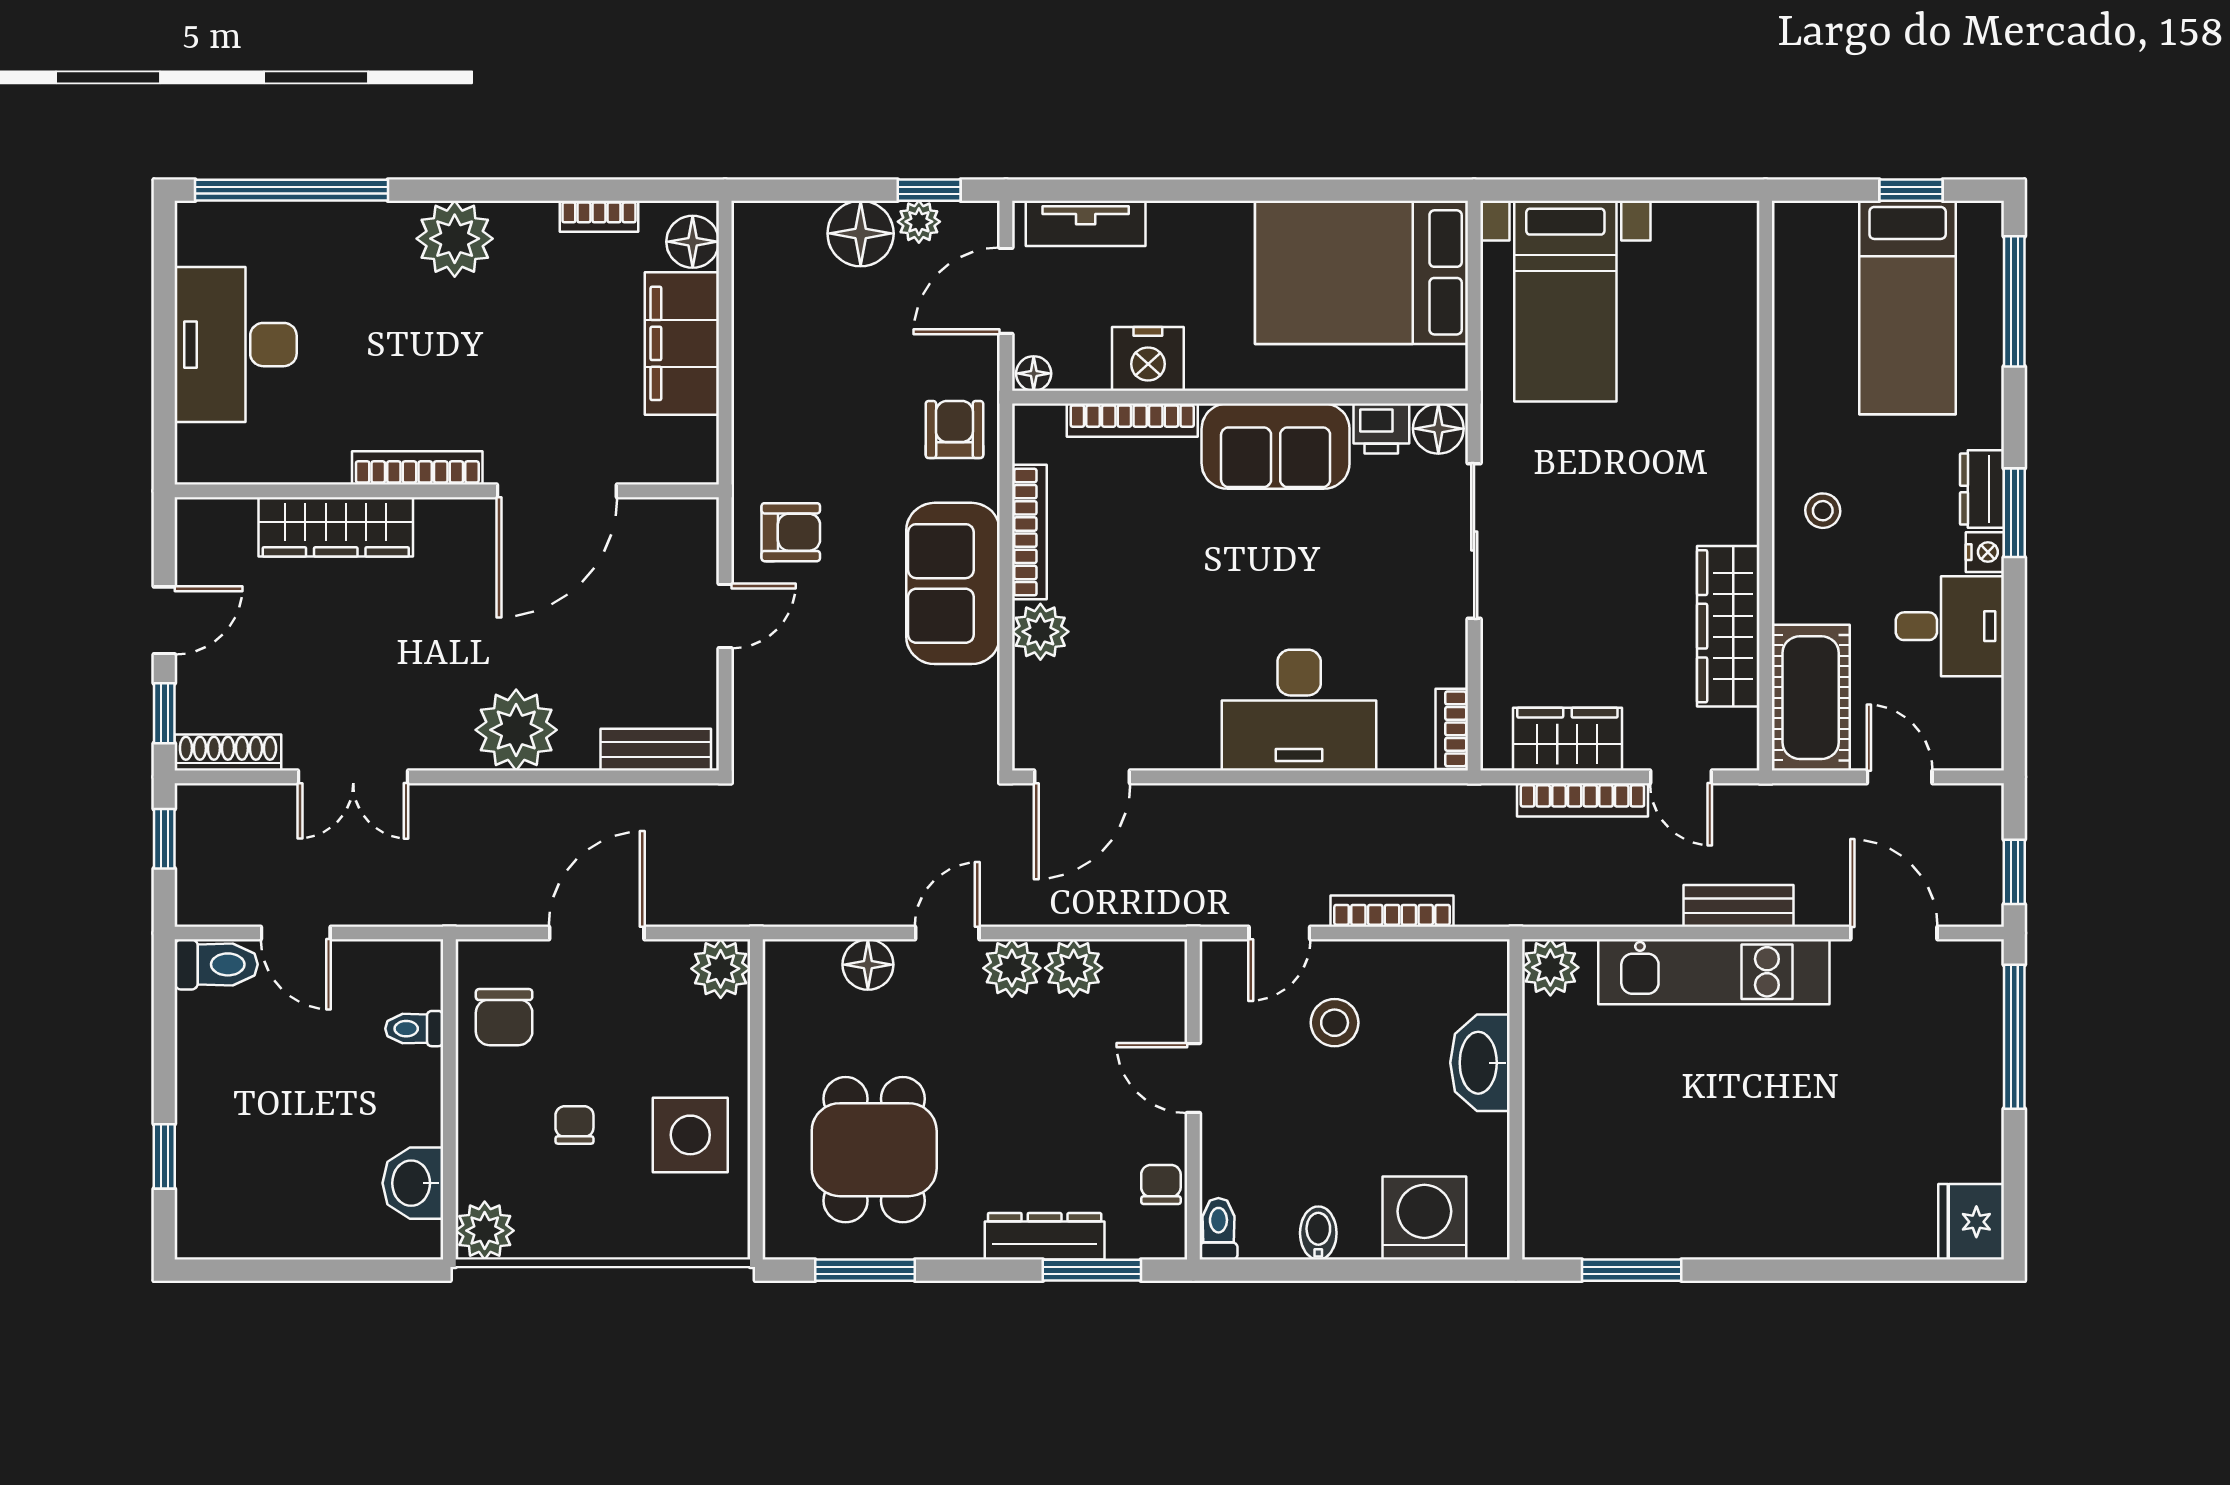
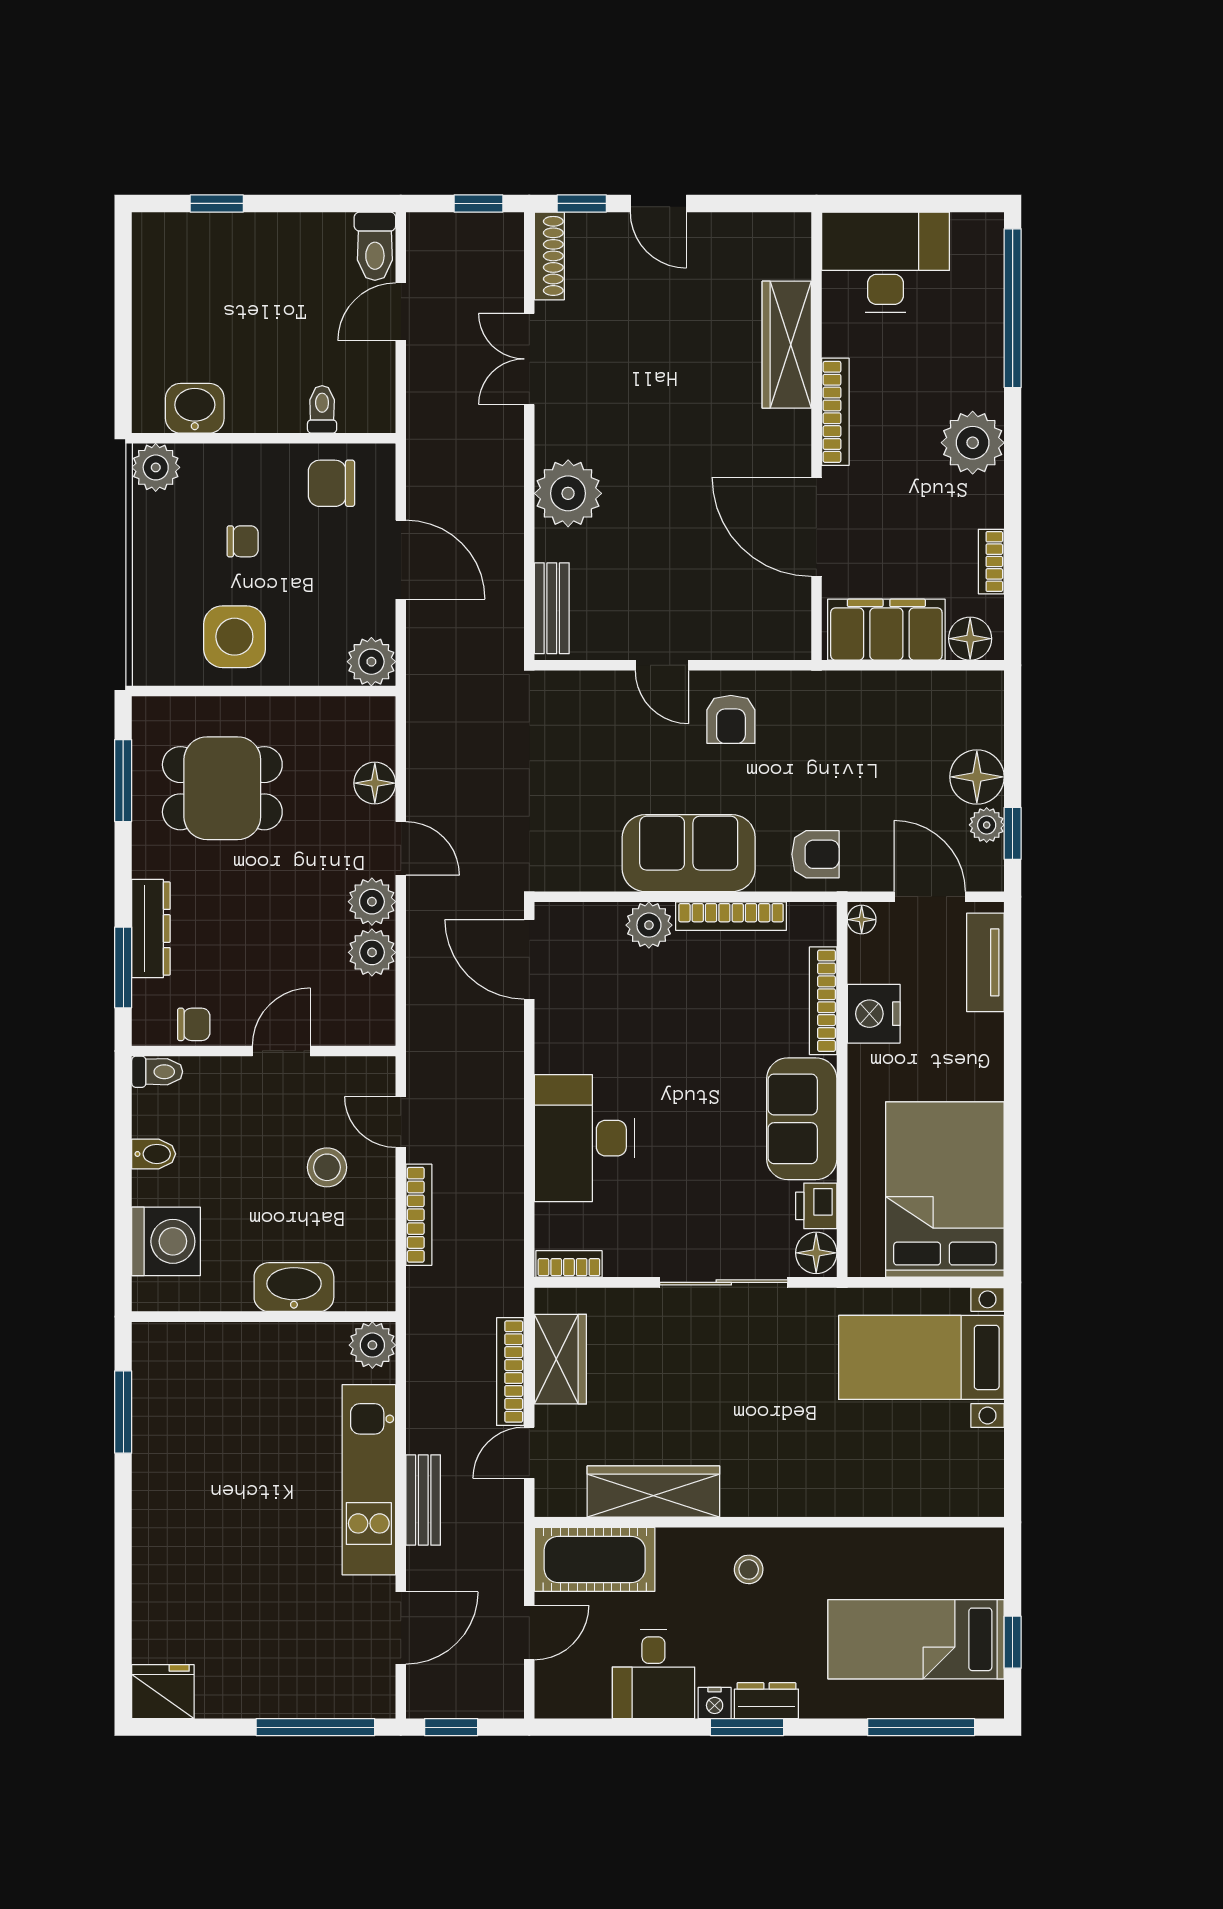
bookcase: (417, 468) -> (835, 412), moved
wall: (447, 491) -> (816, 436), moved
door: (557, 491) -> (816, 527), moved
wardrobe: (336, 527) -> (787, 345), moved

